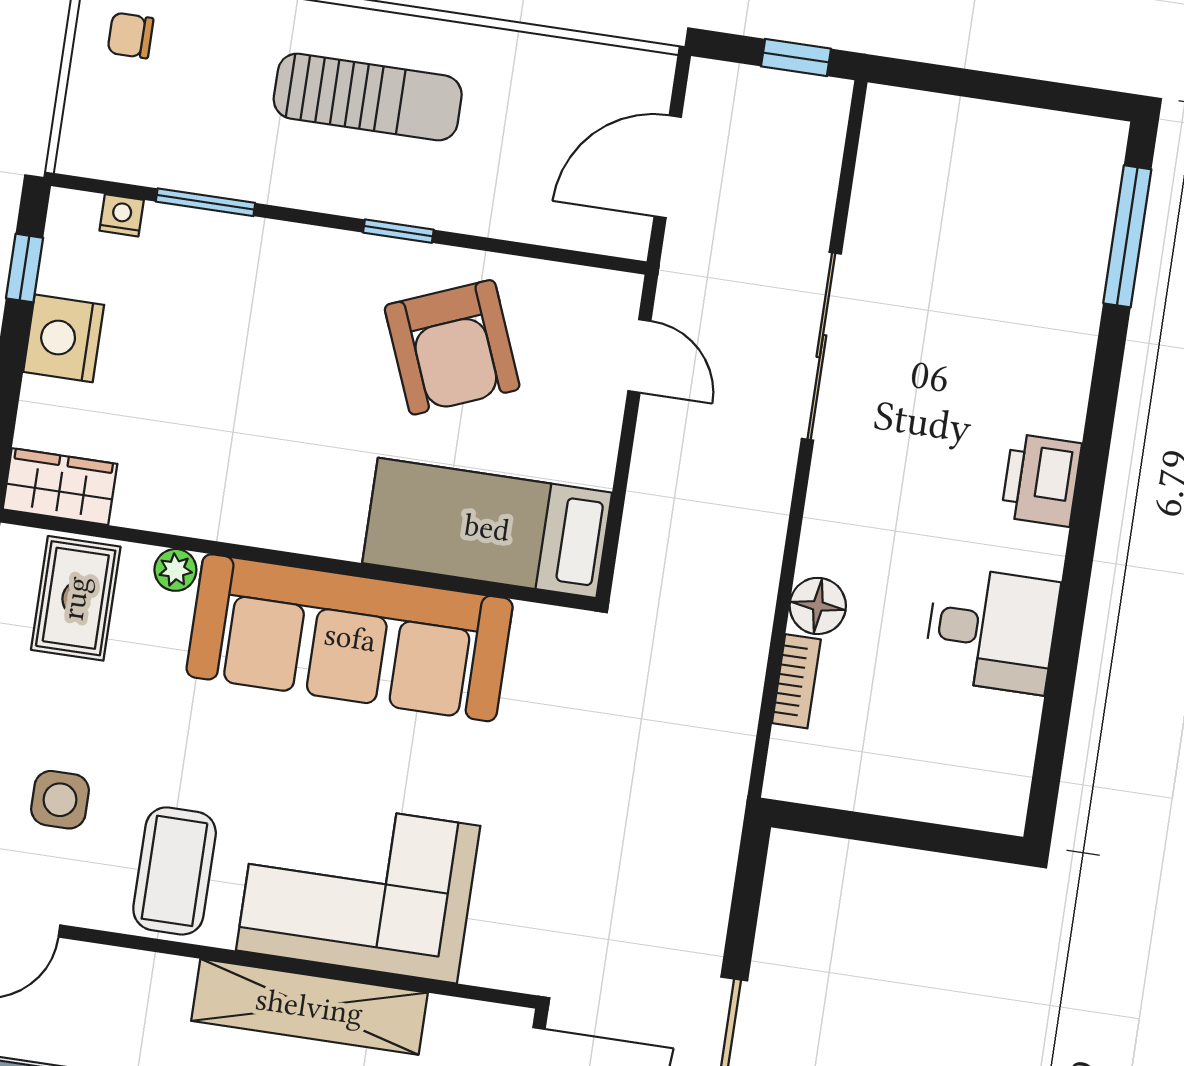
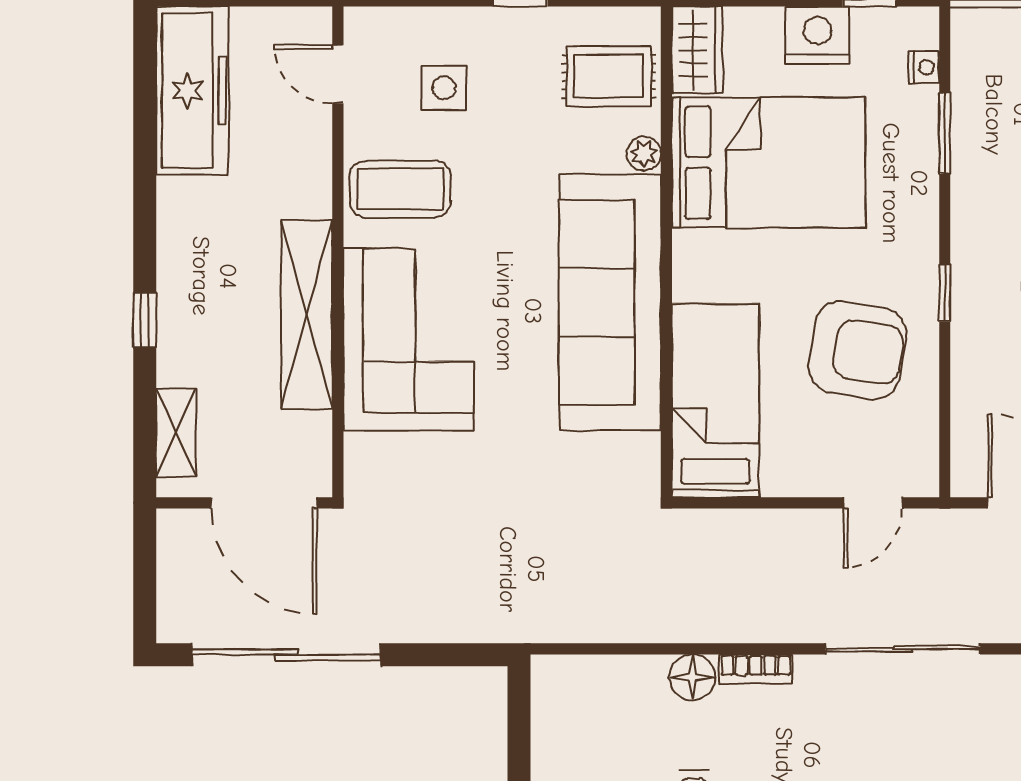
armchair: (452, 347) -> (857, 350), turned -149
bed: (209, 421) -> (769, 163), added
bookcase: (796, 681) -> (756, 669), moved

